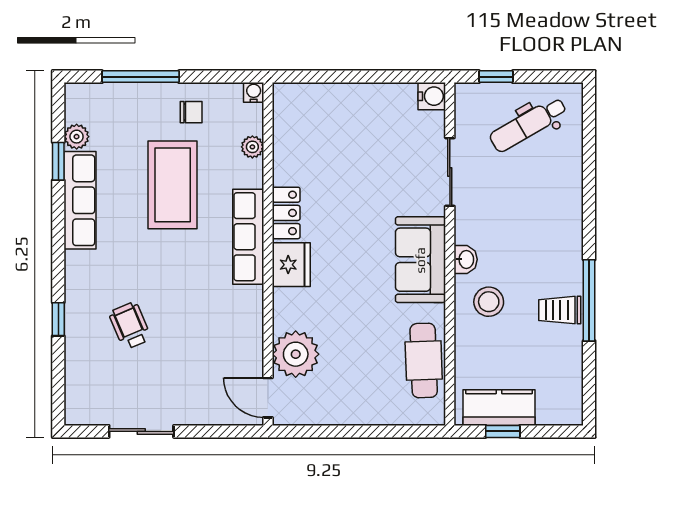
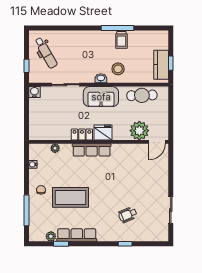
plant: (252, 147) -> (55, 148), moved
locker: (286, 213) -> (82, 135), moved
row of seats: (248, 237) -> (92, 150), moved
wall: (268, 254) -> (99, 142), moved
fridge: (291, 265) -> (103, 132), moved
plant: (296, 354) -> (139, 131), moved
door: (268, 398) -> (157, 142), moved

